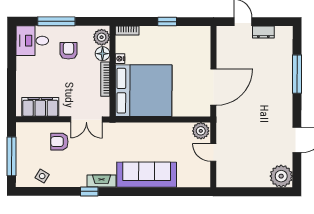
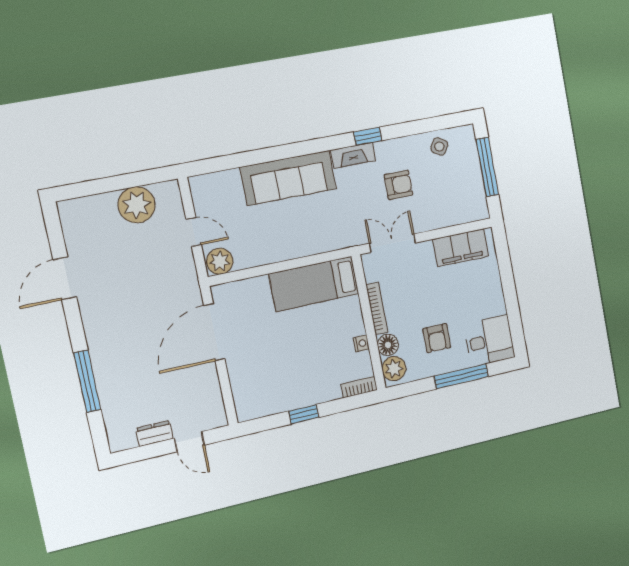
bed: (144, 91) -> (314, 284), width x0.49
armchair: (59, 142) -> (398, 185), moved
plant: (281, 176) -> (137, 205), moved

